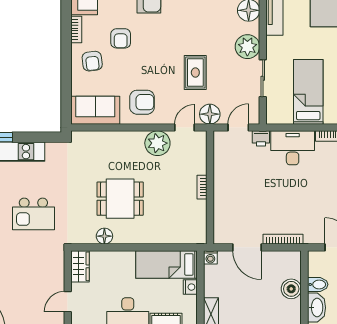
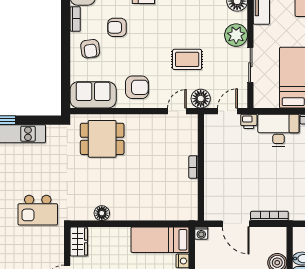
armchair: (121, 38) -> (117, 27), turned 90
rug: (195, 73) -> (187, 59), turned 90
plant: (157, 143) -> (152, 126), removed
dining table: (120, 199) -> (102, 139), moved
kitchen island: (33, 214) -> (38, 210), moved

